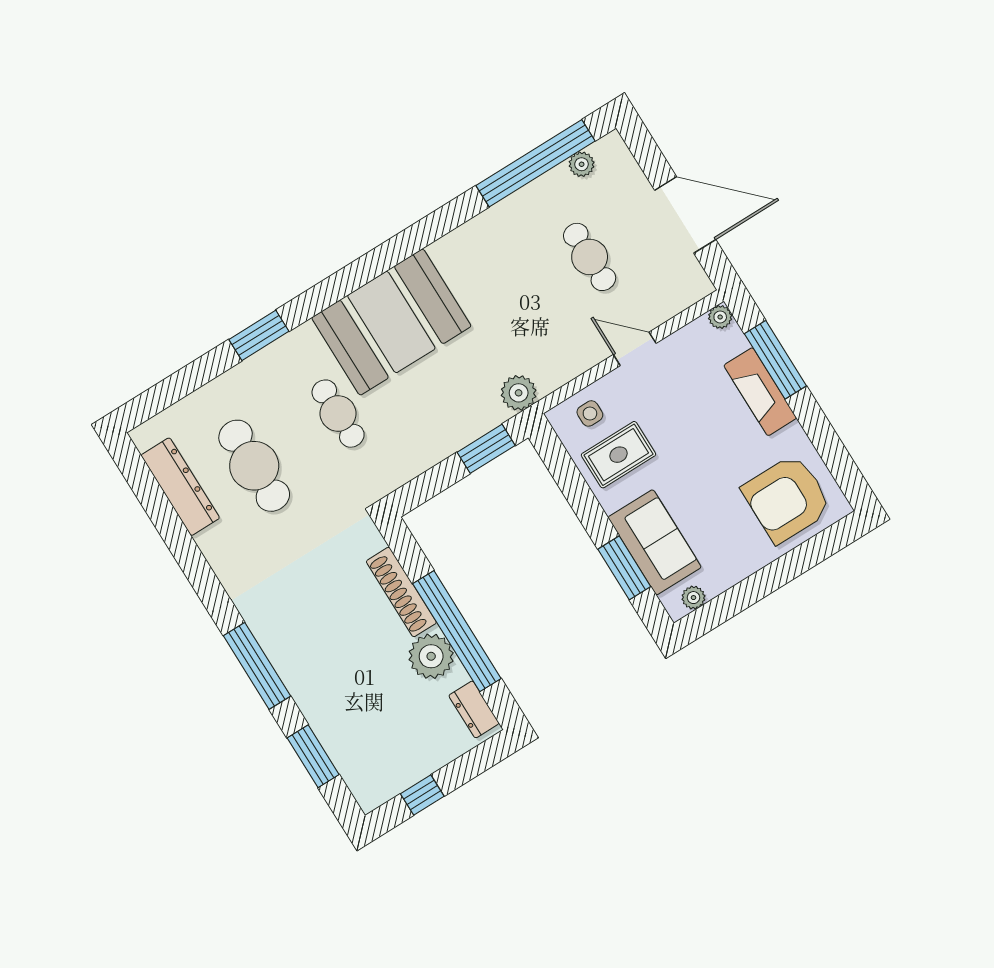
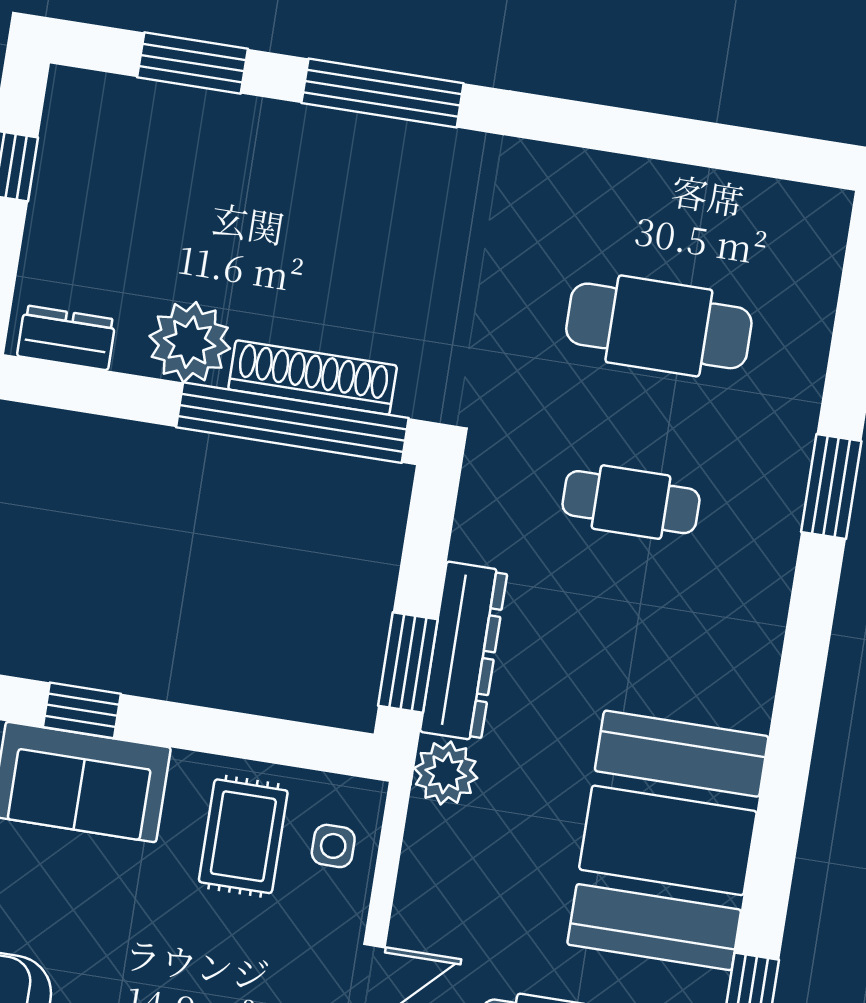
booth: (391, 322) -> (668, 840), moved
dresser: (180, 487) -> (464, 651), moved, turned -90
window: (624, 568) -> (82, 710), width x0.67
window: (457, 631) -> (292, 423), moved

